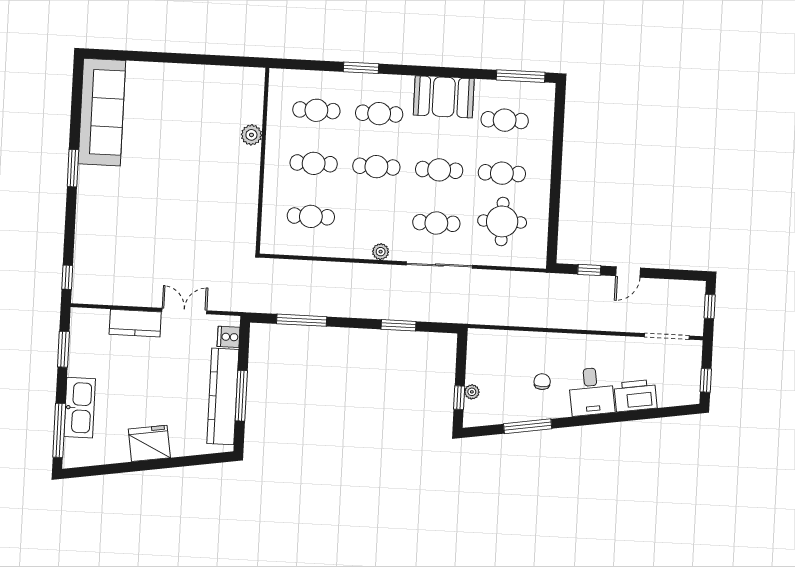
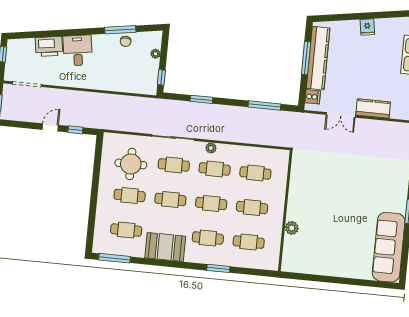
cafe table: (374, 220) -> (215, 169), added
chair: (542, 382) -> (126, 41), moved
window: (459, 398) -> (161, 77), moved
fridge: (149, 443) -> (367, 27), width x0.53, depth x0.75

